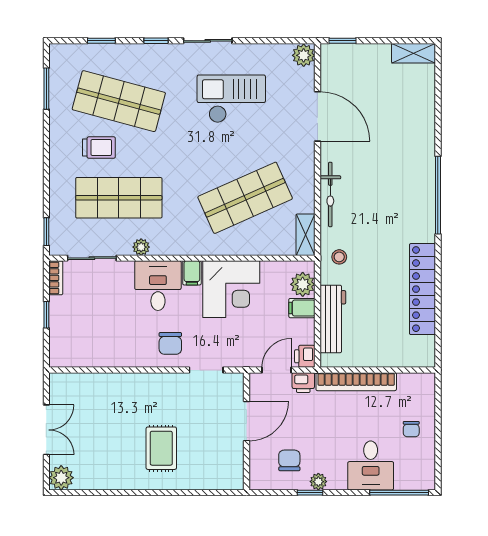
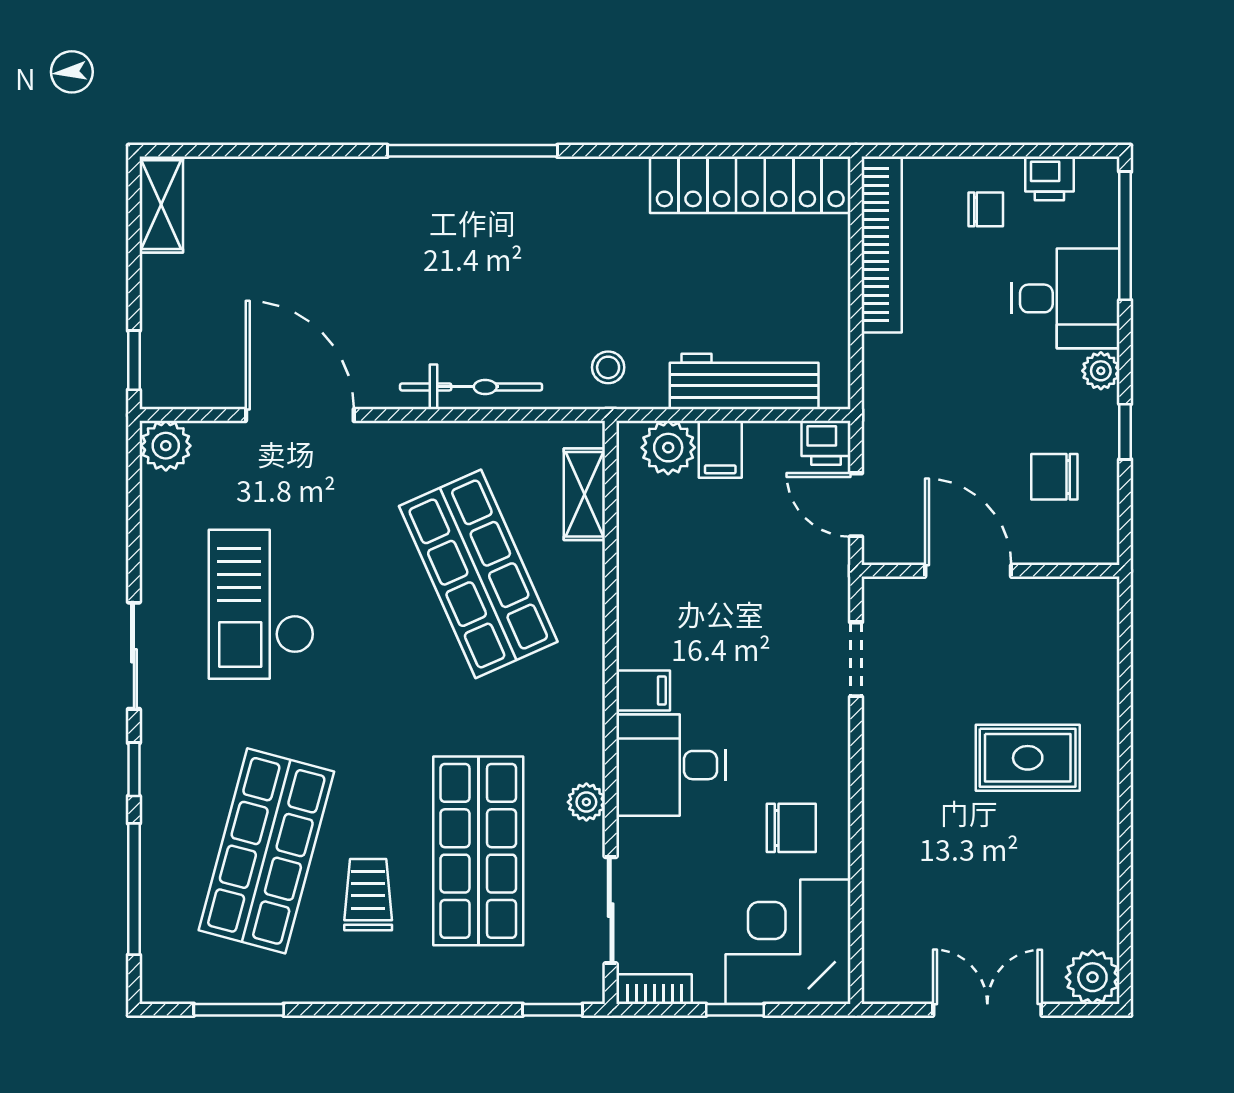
window: (101, 41) -> (134, 889), width x2.17
door: (317, 116) -> (300, 415), hinge flipped
shelving: (306, 235) -> (584, 494), moved, turned 90
corner desk: (231, 289) -> (788, 942), moved, turned -90
locker: (422, 289) -> (750, 185), moved
chair: (170, 343) -> (791, 828), moved
bookcase: (356, 382) -> (882, 245), moved
printer: (303, 383) -> (1049, 178), moved, turned 90
plant: (318, 482) -> (1101, 371), moved

